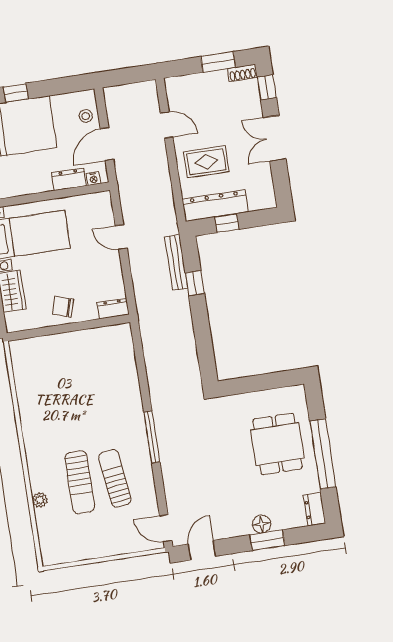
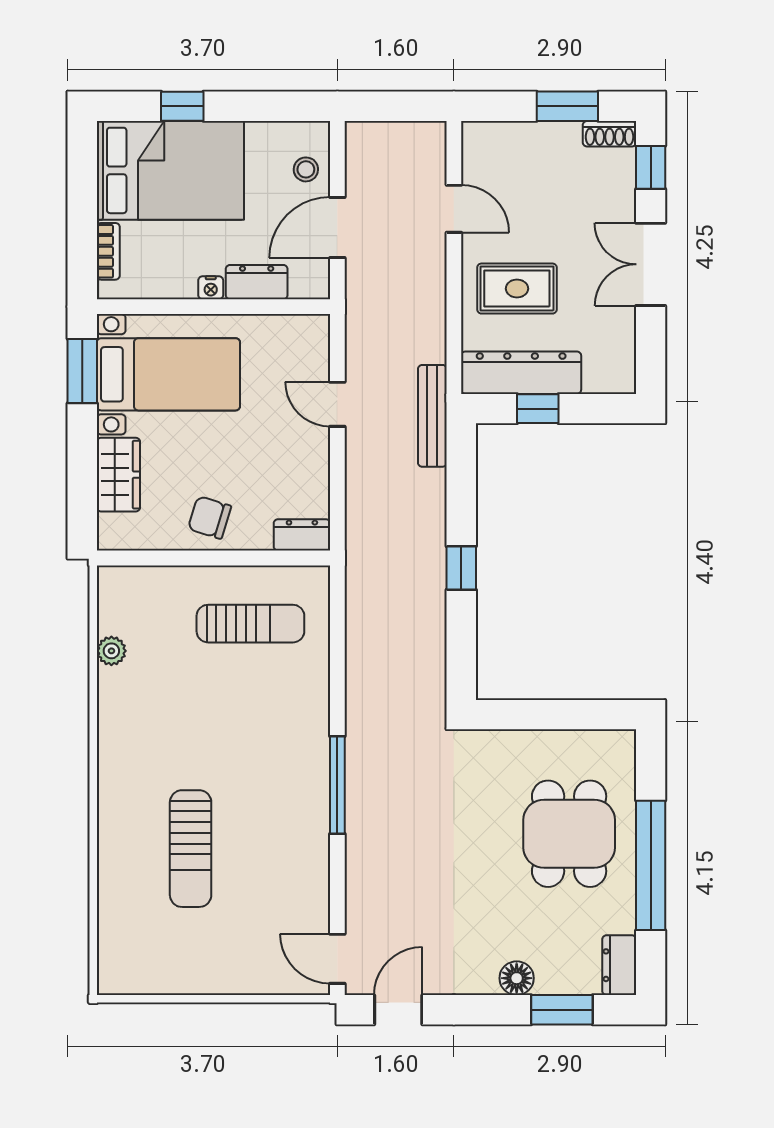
nightstand: (94, 179) -> (211, 288), moved
bench: (176, 262) -> (432, 416), moved
window: (195, 283) -> (461, 568), moved
sun lounger: (115, 478) -> (250, 624), moved, turned 97
plant: (40, 500) -> (111, 651), moved
window: (267, 540) -> (562, 1010), moved

